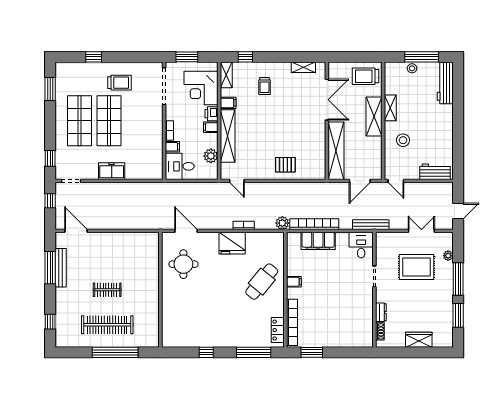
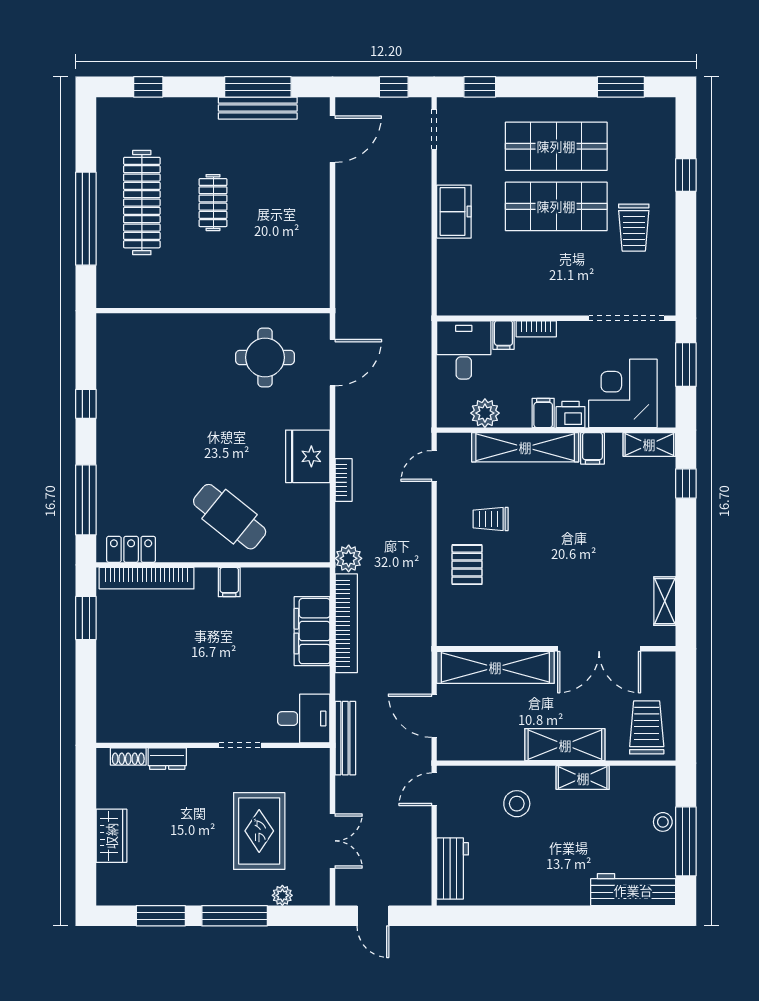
trolley: (265, 86) -> (491, 519), moved

